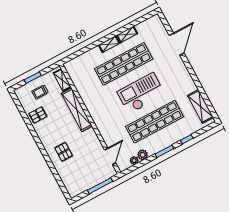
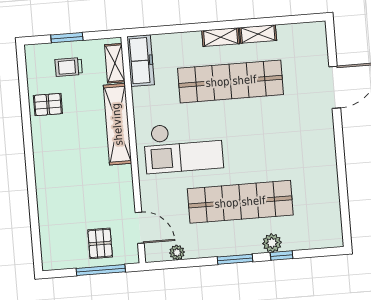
freezer: (74, 73) -> (141, 61), added
checkout: (141, 93) -> (183, 147), moved, turned 180
shelving: (200, 106) -> (329, 210), removed
pallet: (64, 152) -> (100, 243), moved
plant: (143, 155) -> (272, 243), moved
door: (110, 156) -> (140, 228), hinge flipped

